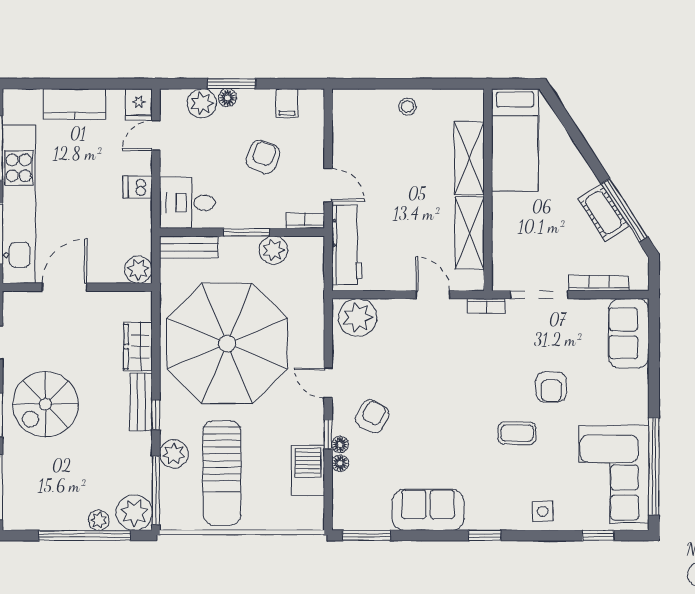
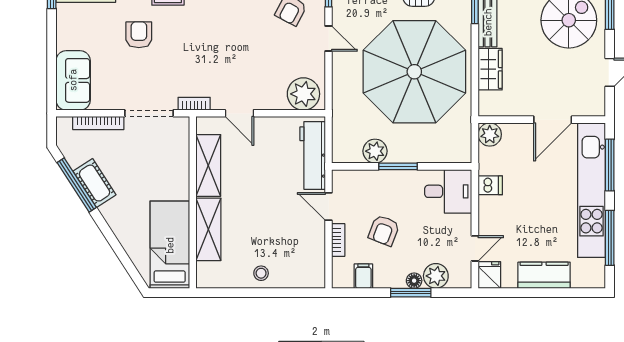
dishwasher: (138, 187) -> (490, 185), moved
bookcase: (305, 221) -> (338, 240), moved, turned -90
bench: (189, 247) -> (447, 154), removed

